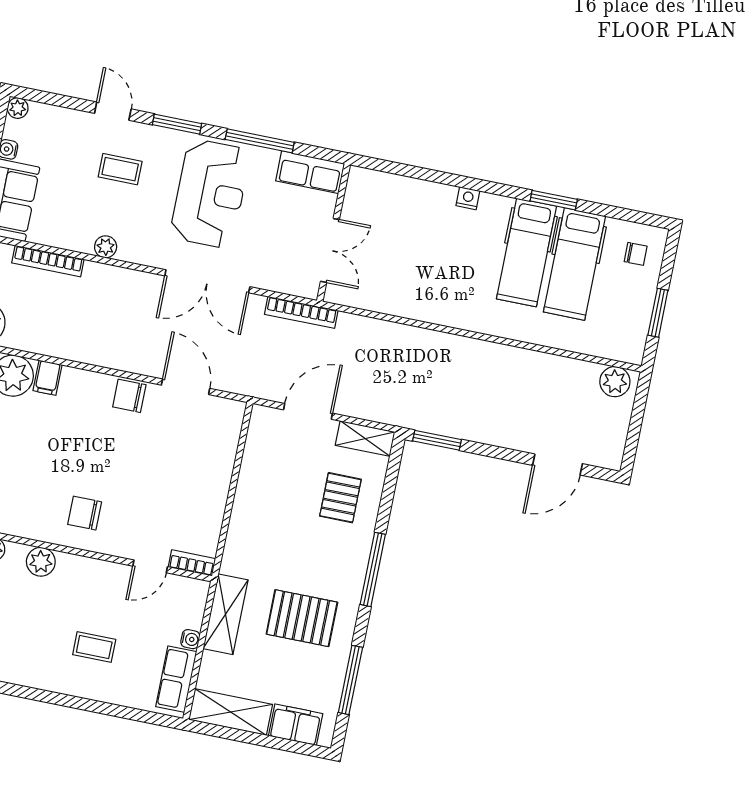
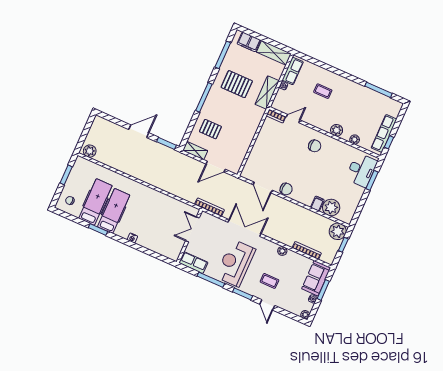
door: (558, 465) -> (139, 131), moved
pallet: (340, 498) -> (210, 129), turned 90

